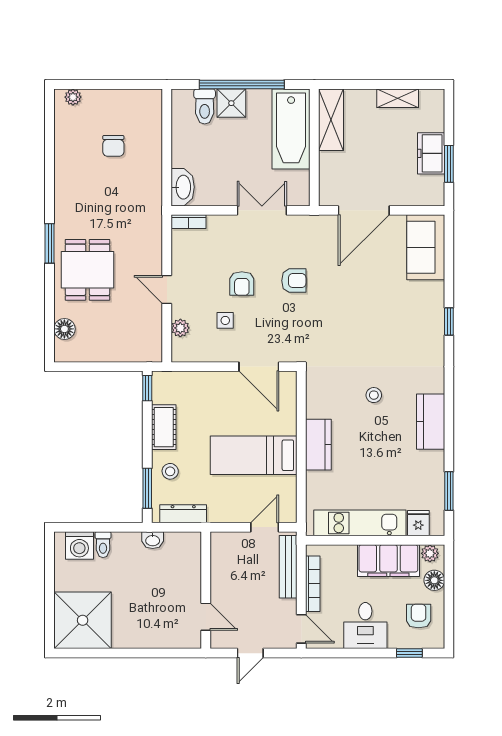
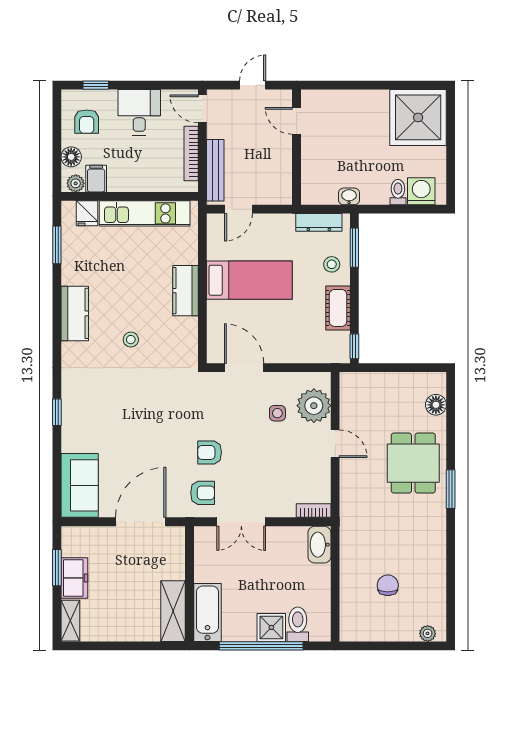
shelving: (398, 98) -> (70, 621), moved, turned 90
bathtub: (291, 129) -> (207, 613), width x0.73, depth x0.73
armchair: (242, 283) -> (203, 493), moved, turned 90
plant: (180, 328) -> (314, 406), width x1.87, depth x1.87
filing cabinet: (388, 561) -> (96, 179), width x0.33, depth x0.86

